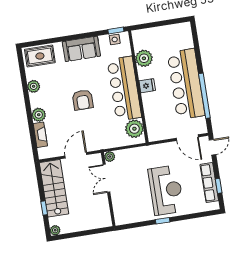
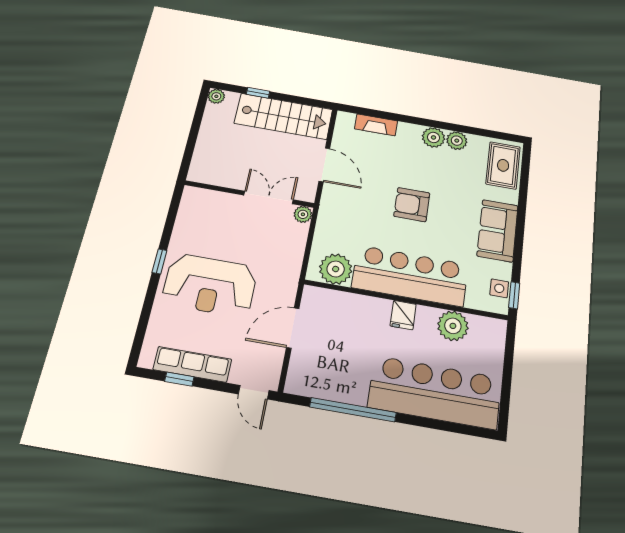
bar counter: (186, 84) -> (435, 392), moved
plant: (39, 115) -> (433, 137), moved
door: (187, 138) -> (293, 328), moved

